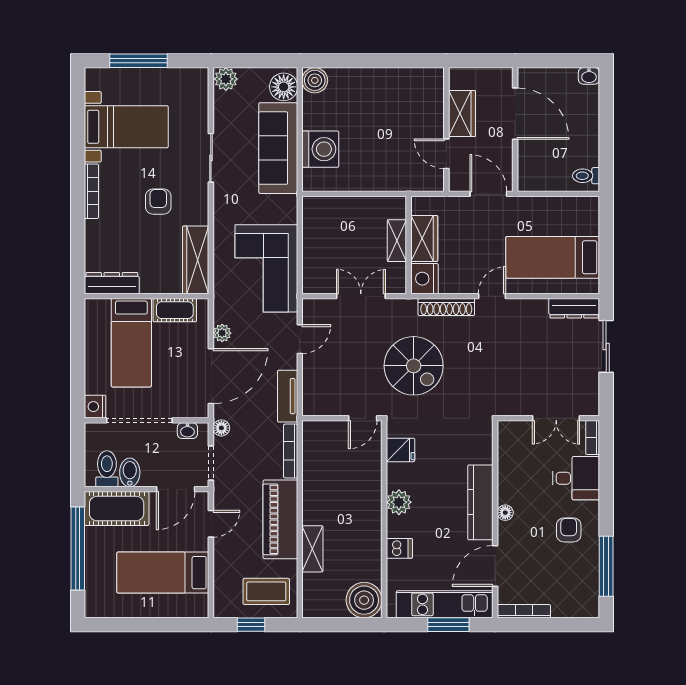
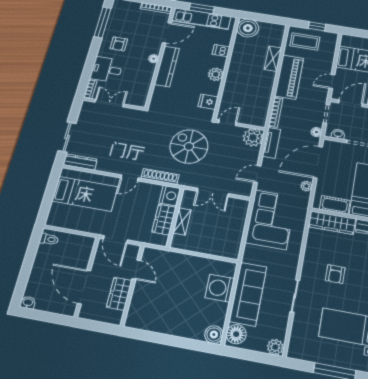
wardrobe: (196, 260) -> (332, 223), moved, turned 90
plant: (318, 400) -> (253, 137), added

